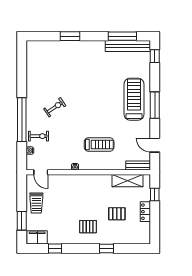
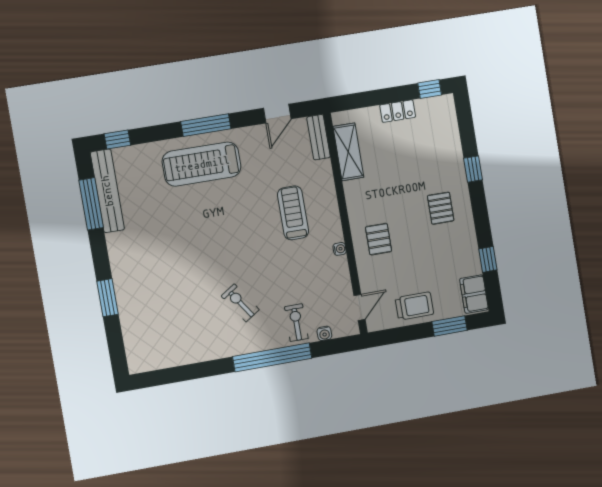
window: (155, 195) -> (430, 89), moved
pallet: (117, 214) -> (379, 239), moved

